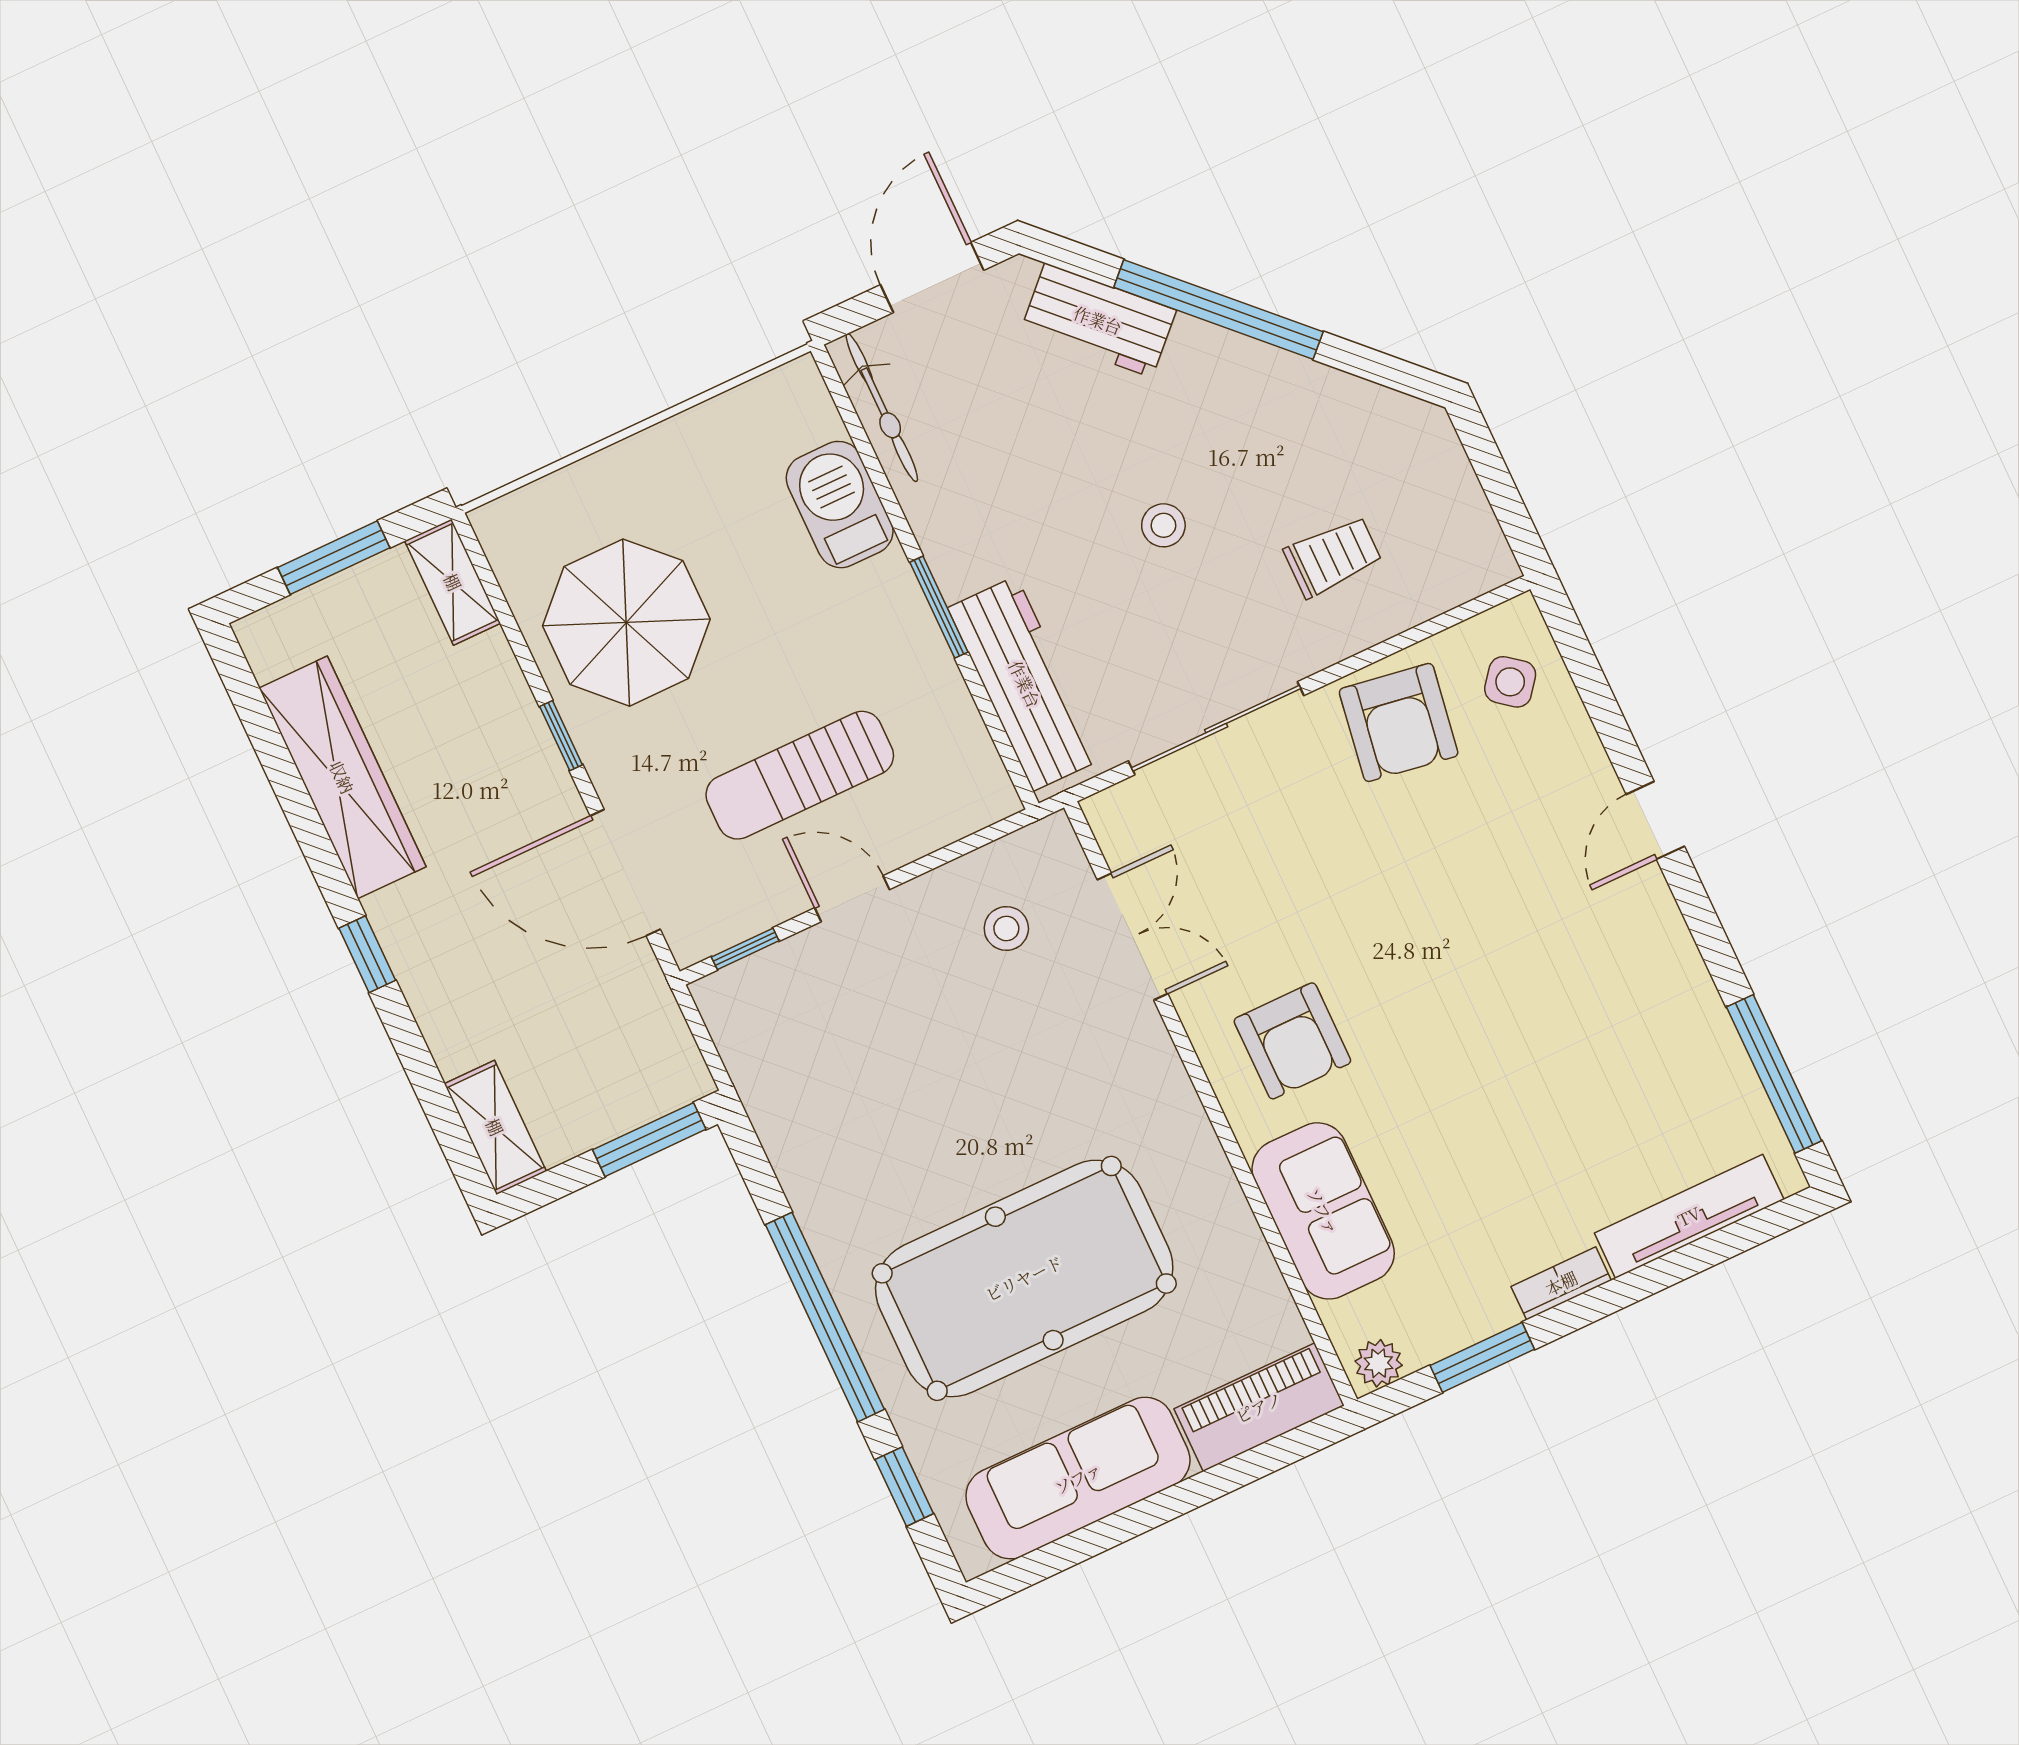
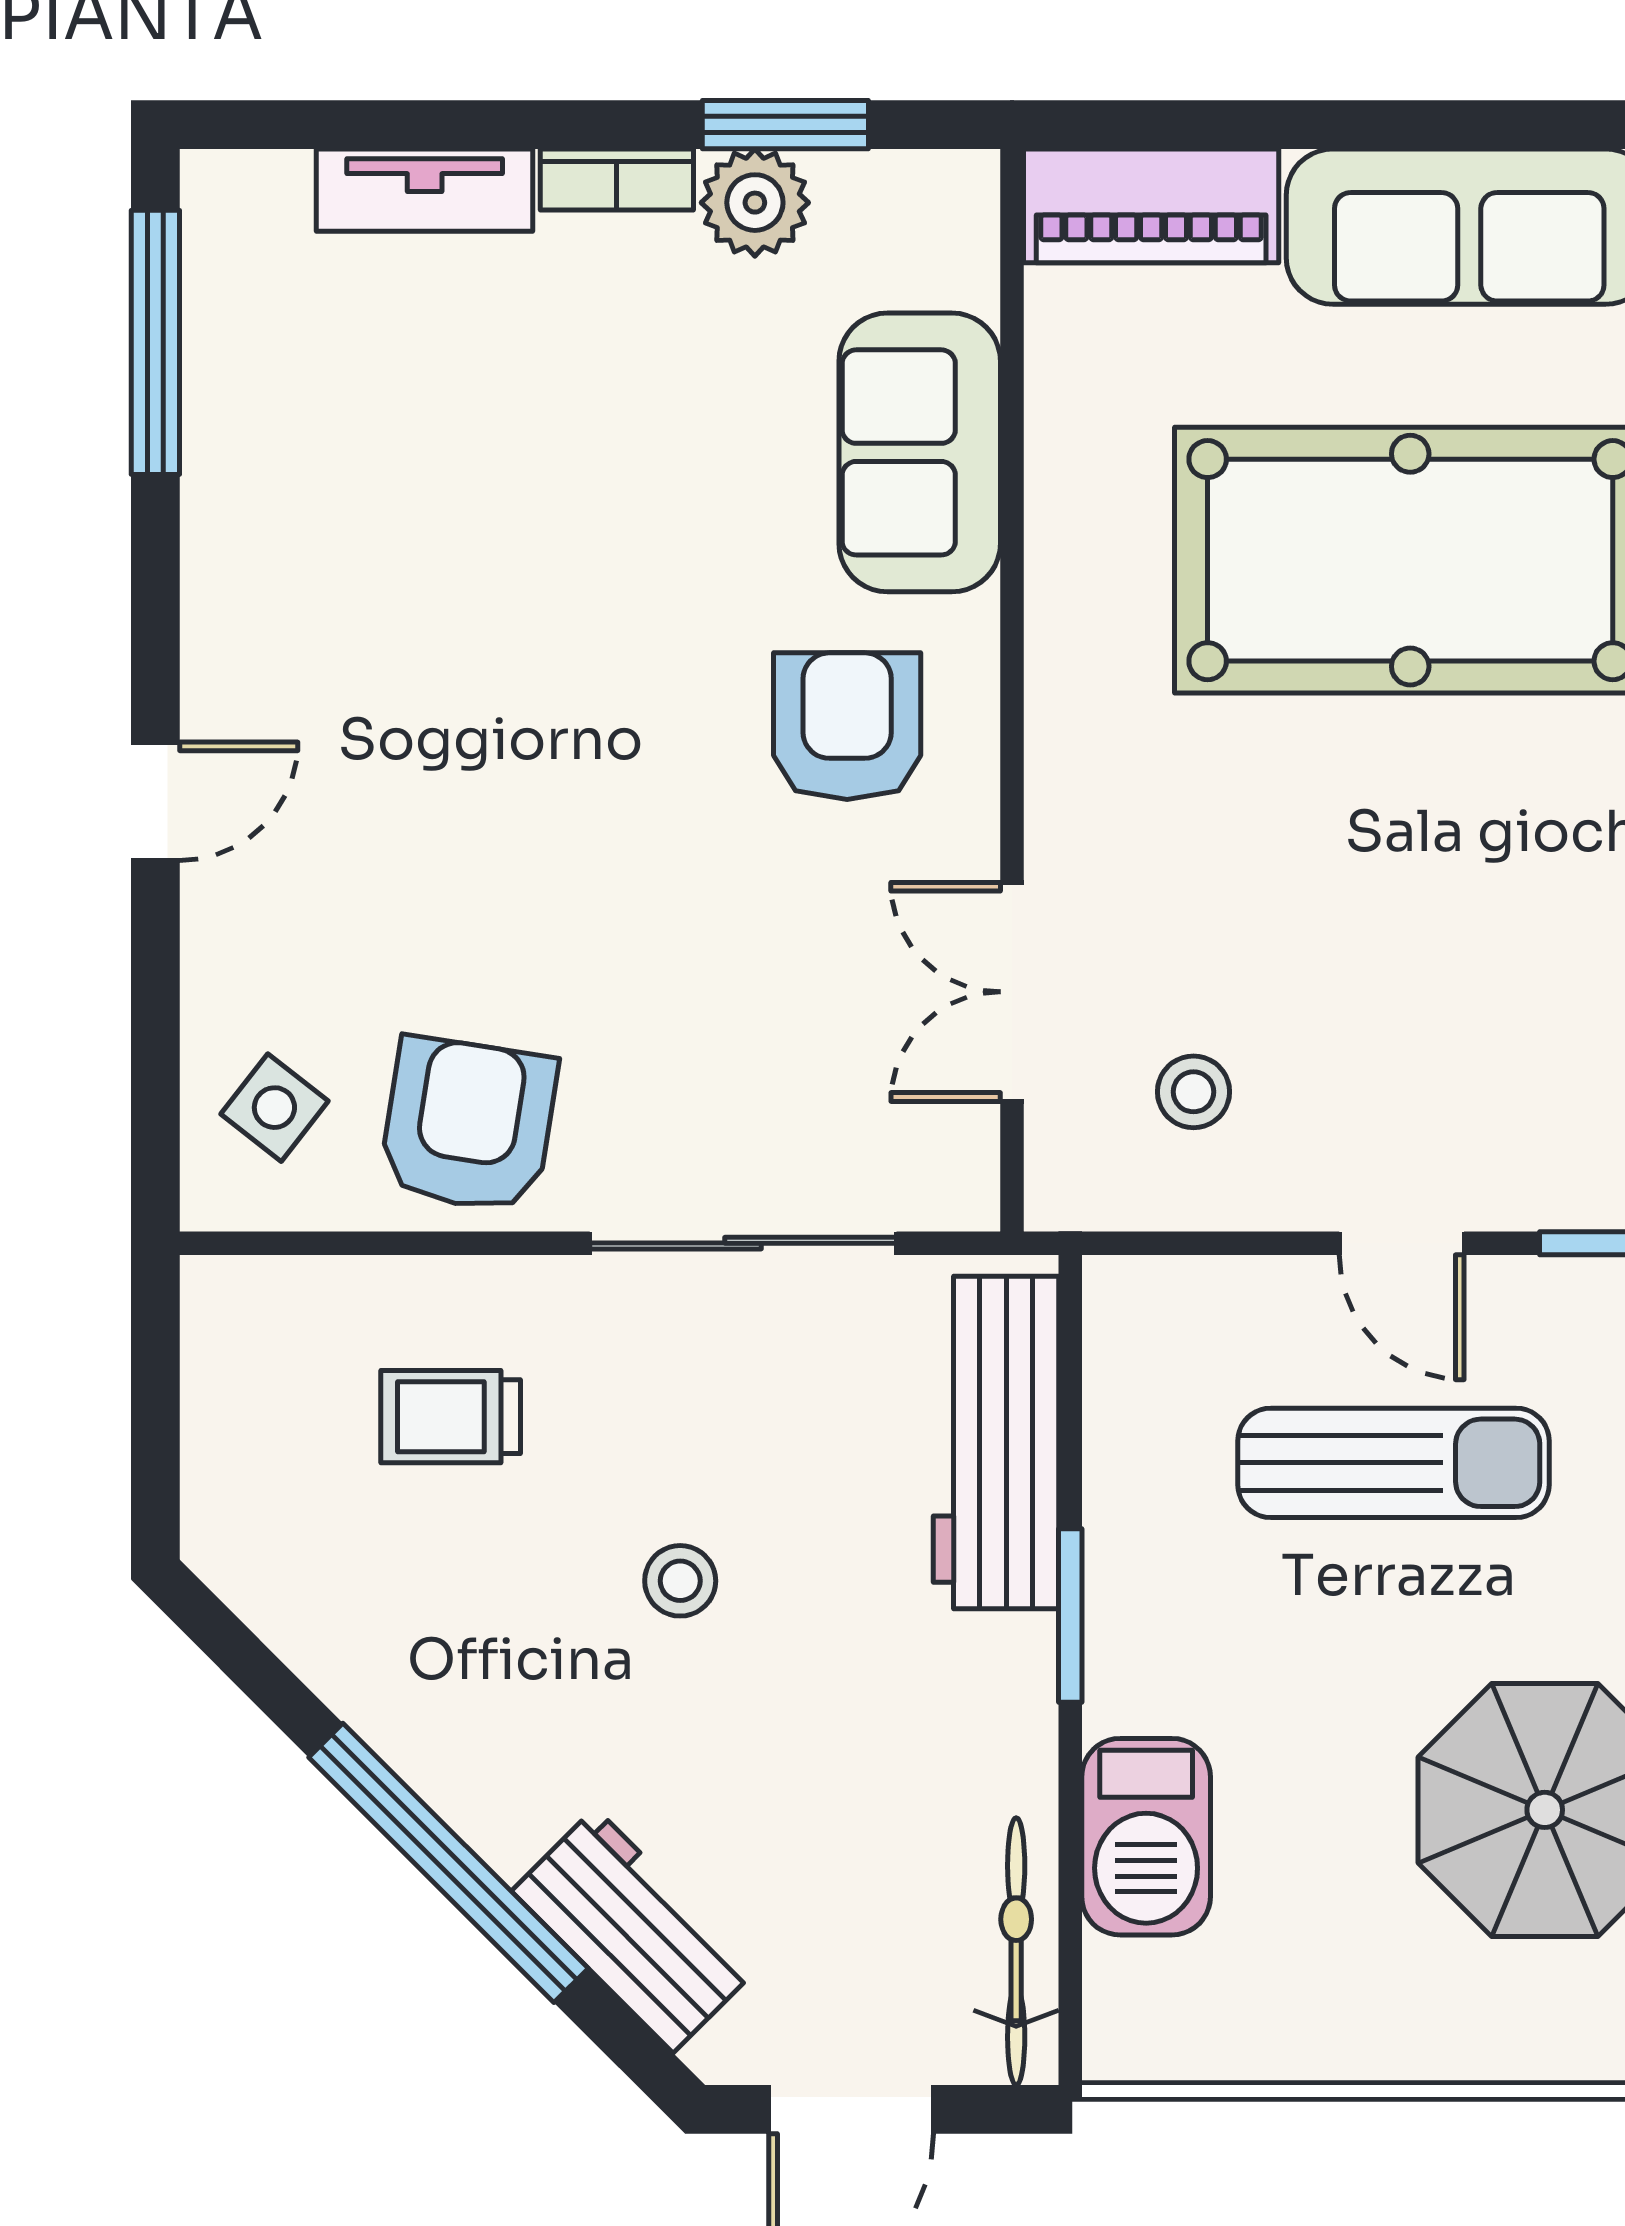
tv unit: (1689, 1216) -> (425, 190), width x0.71
plant: (1379, 1363) -> (755, 203), moved, width x1.38, depth x1.38

